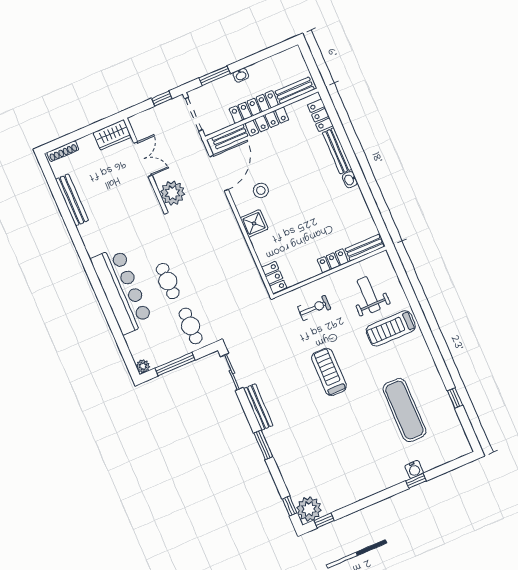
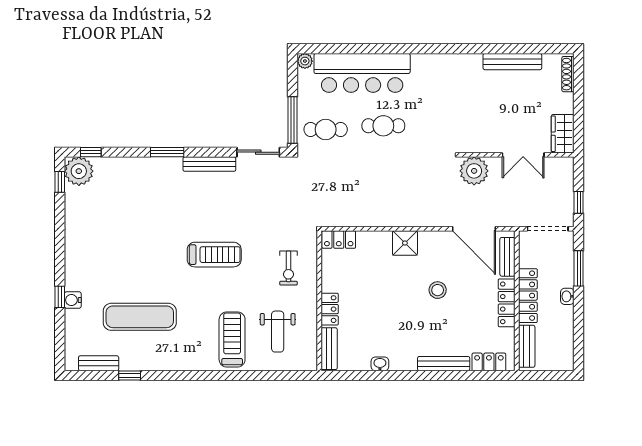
washbasin: (350, 180) -> (380, 364), moved
stool: (261, 190) -> (438, 290), moved
bar counter: (122, 290) -> (362, 73), moved
weight bench: (369, 295) -> (278, 332), turned 90
window: (175, 364) -> (292, 120), moved
bench: (456, 427) -> (99, 363), added

